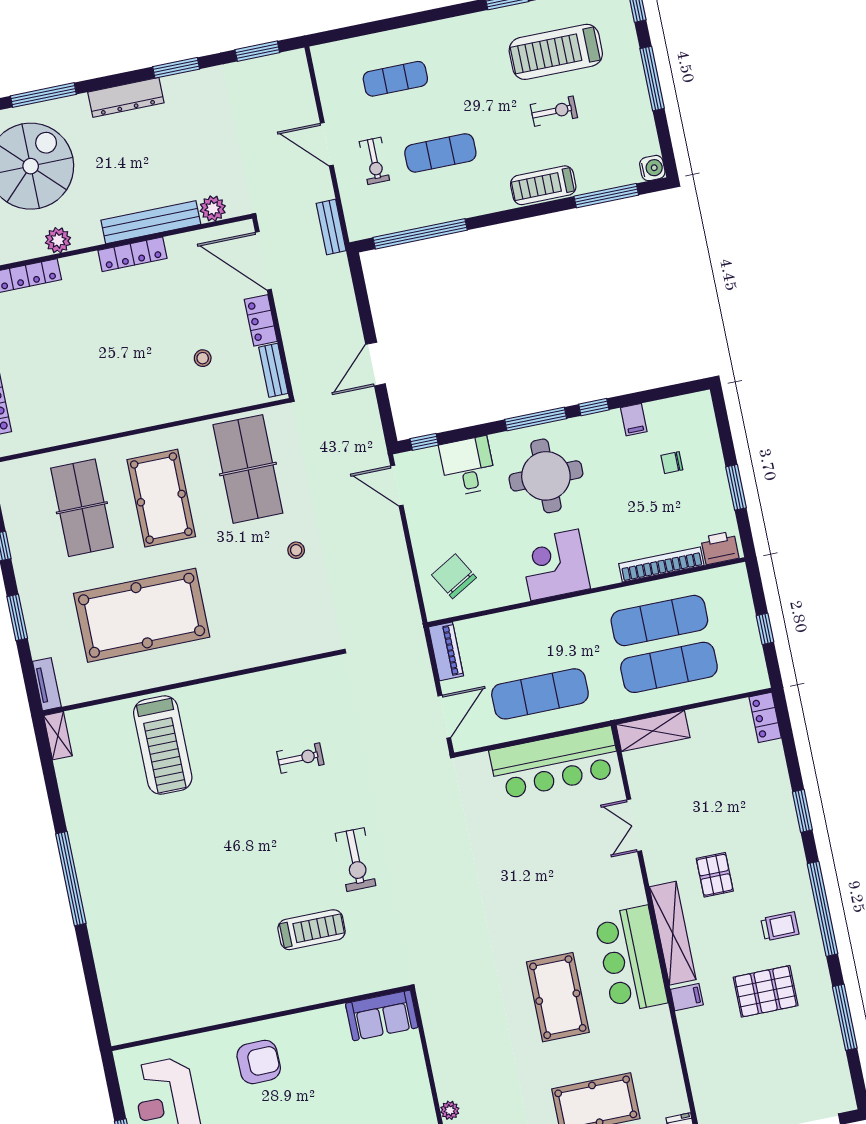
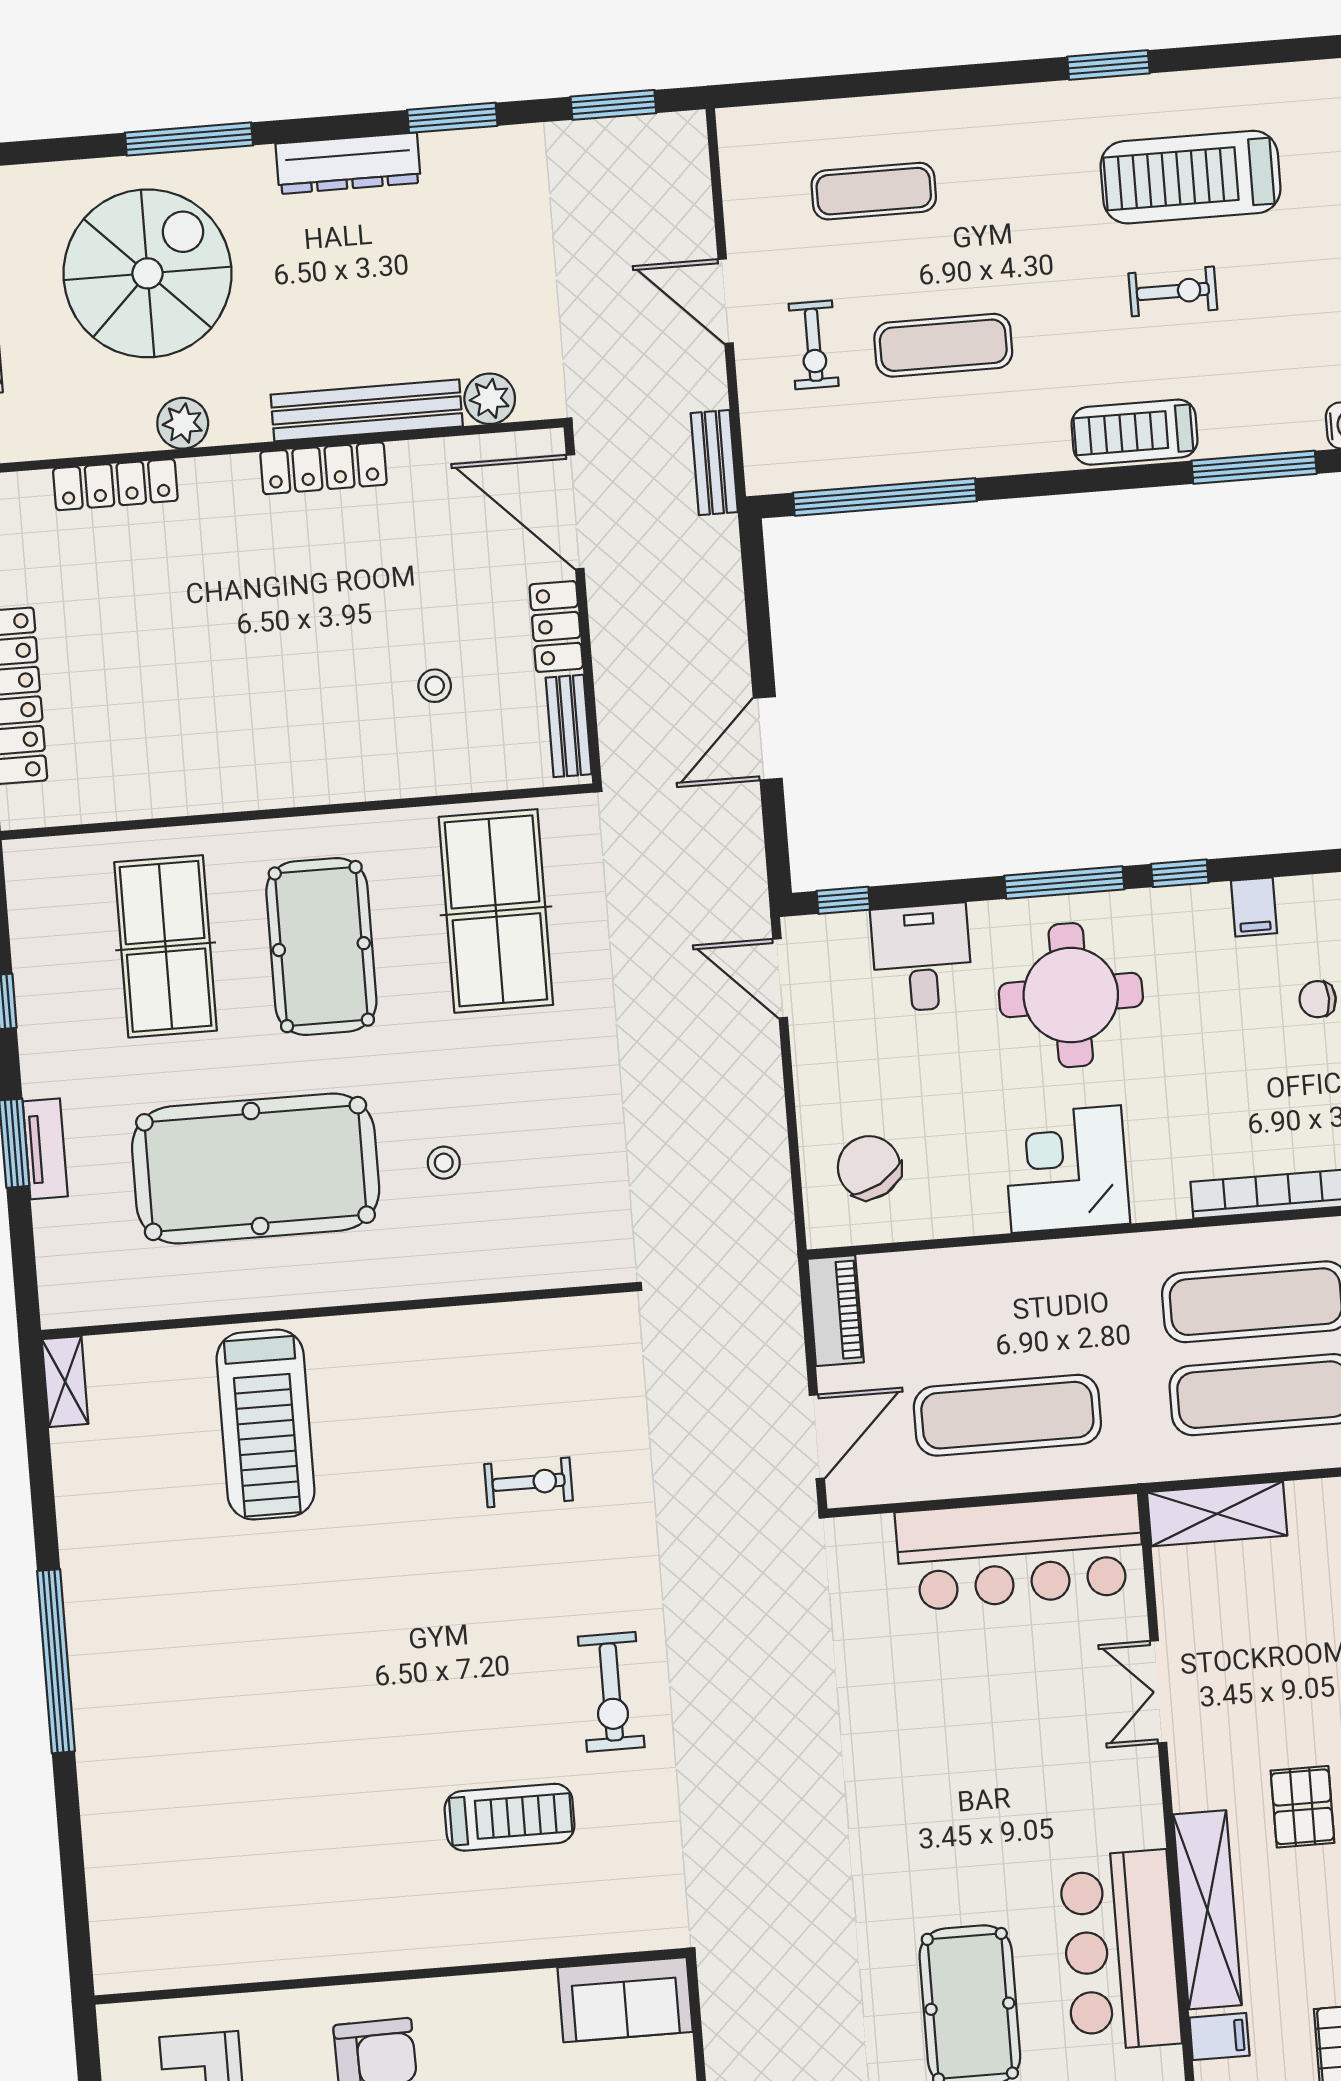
stool: (296, 550) -> (444, 1163), moved
tv unit: (47, 684) -> (45, 1149), moved

